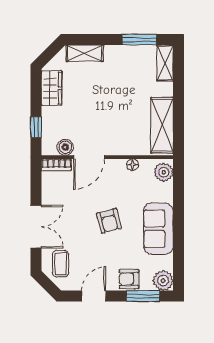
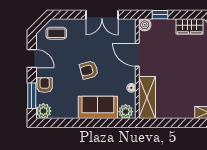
shelving: (162, 125) -> (147, 97), moved, turned 90
boiler: (65, 147) -> (145, 25), moved
bookcase: (56, 165) -> (131, 30), removed
double door: (36, 227) -> (102, 15), moved
sofa: (158, 229) -> (98, 107), moved

